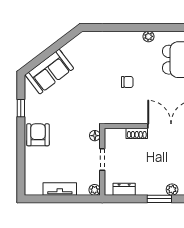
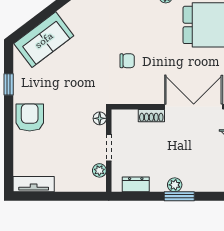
chair: (127, 82) -> (127, 61), moved
tv unit: (60, 189) -> (34, 184), moved
plant: (95, 190) -> (99, 170), moved
plant: (172, 190) -> (175, 185), moved

